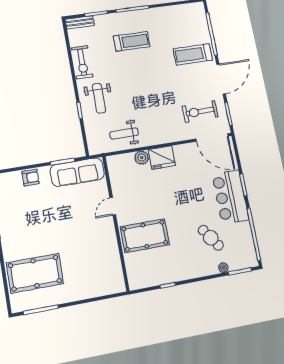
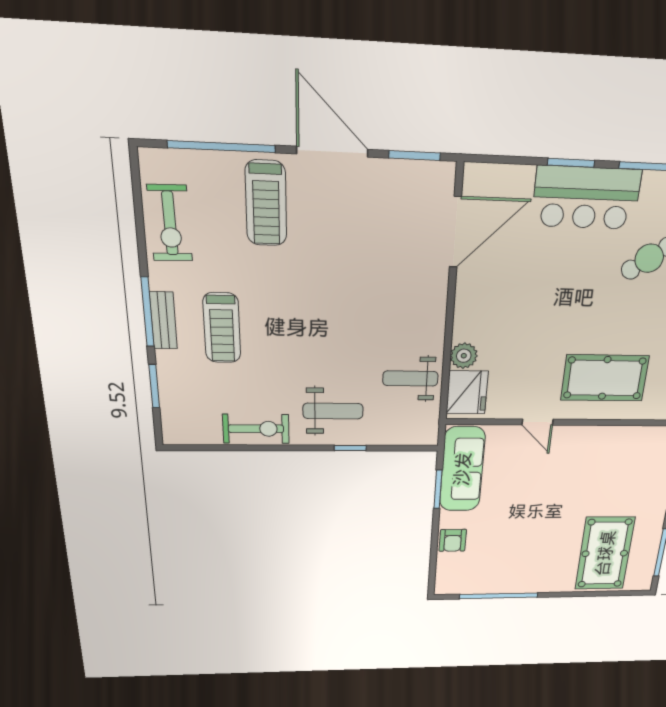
bench: (80, 22) -> (163, 320), moved
treadmill: (132, 41) -> (222, 328), turned 180
exercise bike: (200, 112) -> (170, 223), moved
weight bench: (124, 133) -> (410, 378), turned 90
door: (212, 138) -> (455, 232), moved
fridge: (162, 158) -> (467, 392), moved
armchair: (31, 178) -> (453, 540), turned 180
pool table: (145, 236) -> (605, 378), turned 90

